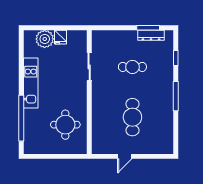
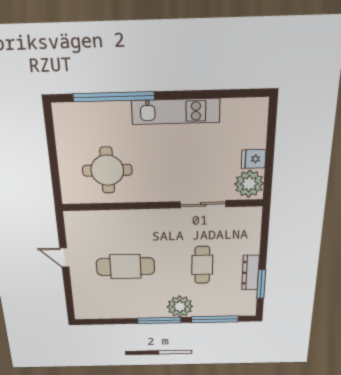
dresser: (151, 35) -> (250, 273), moved
plant: (45, 39) -> (249, 184), moved
window: (176, 58) -> (215, 319), width x2.17
plant: (165, 82) -> (180, 307), added

